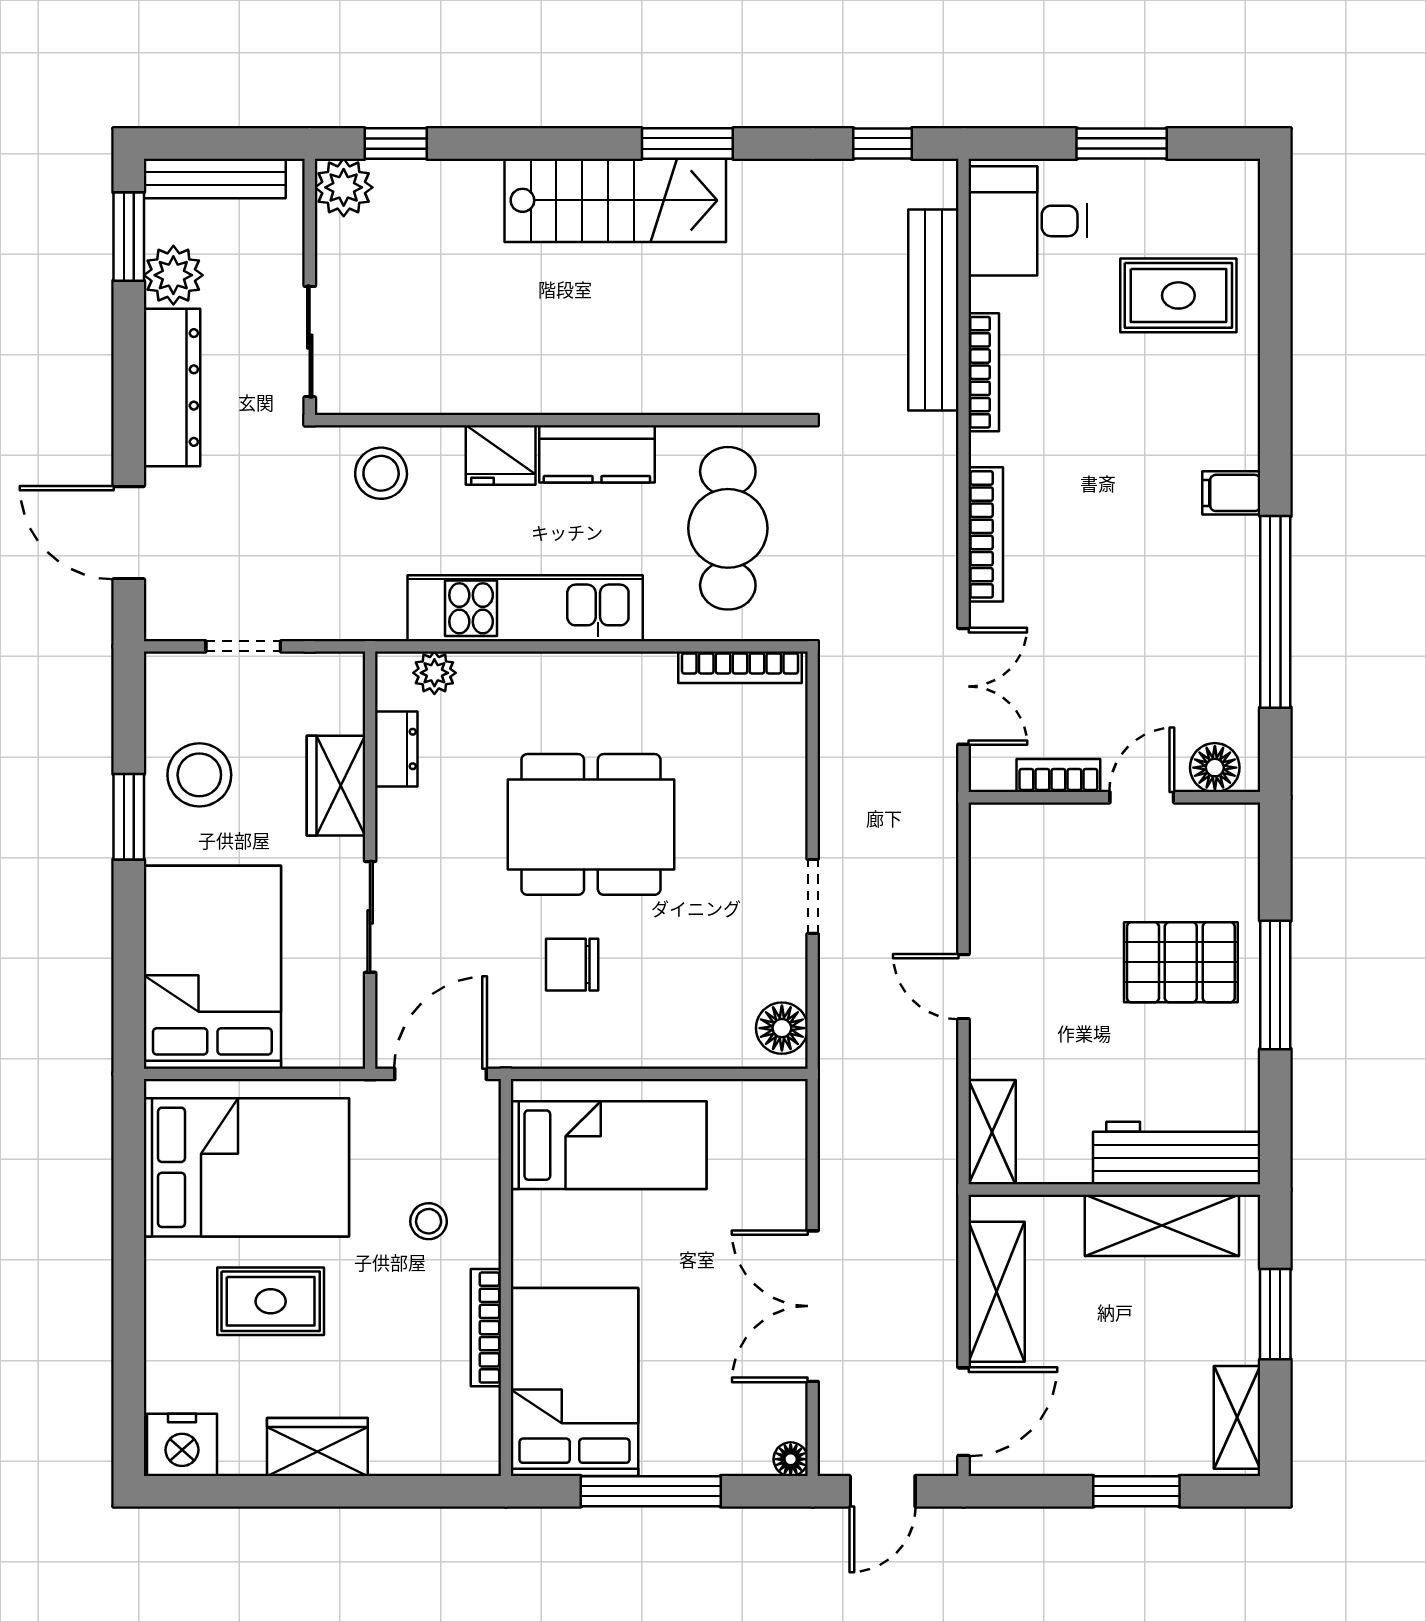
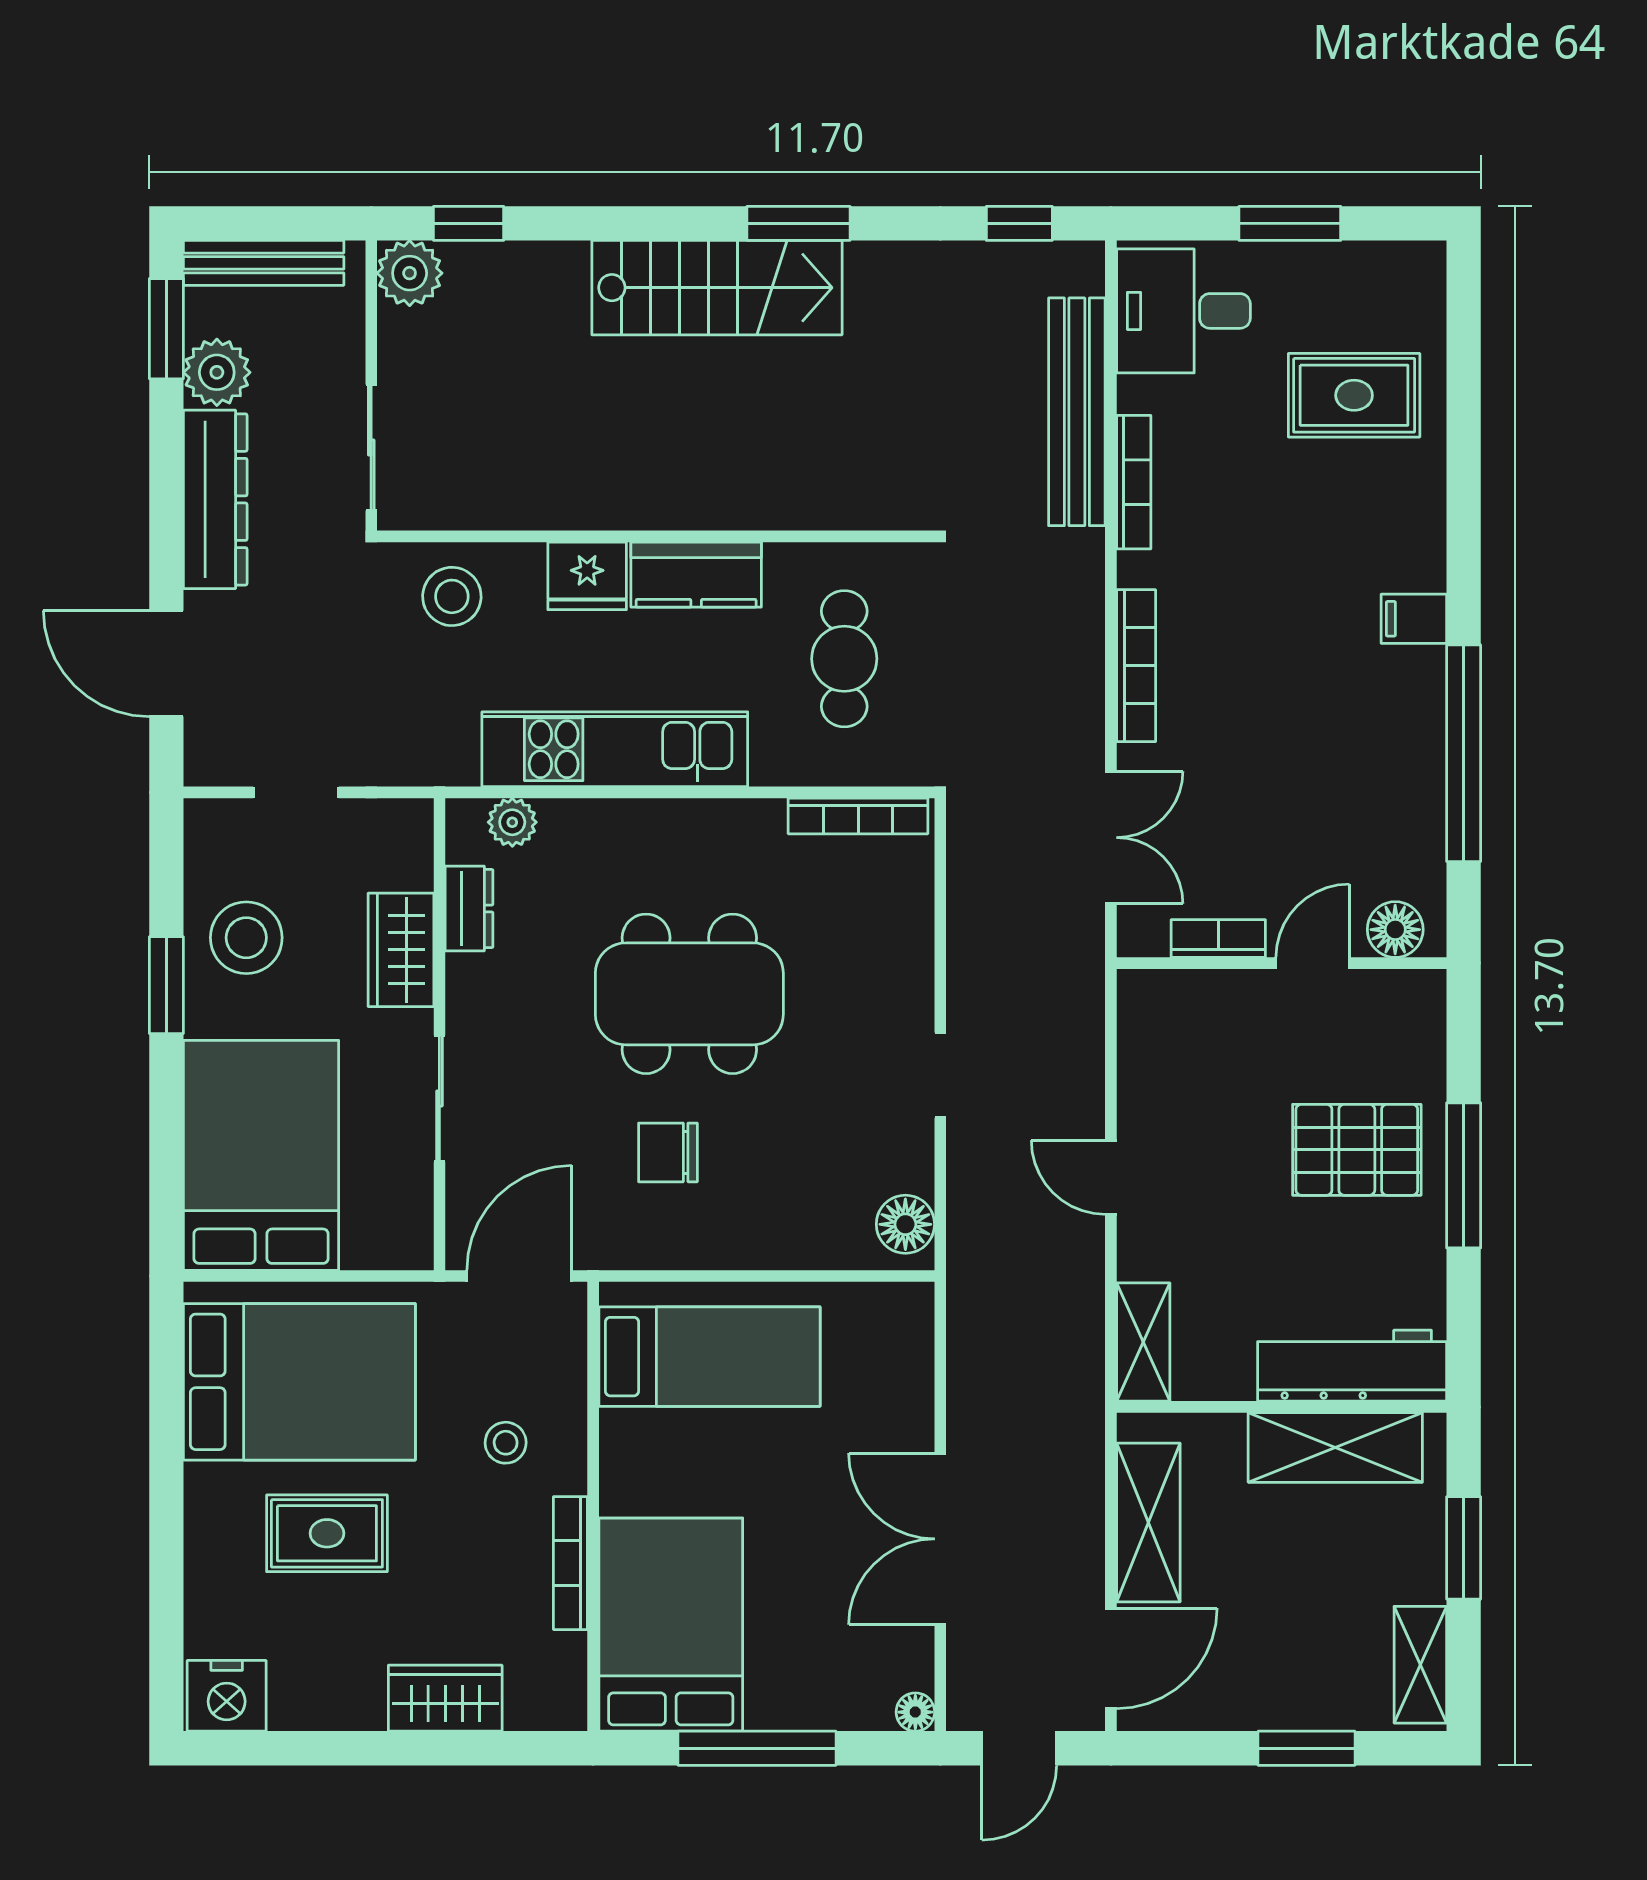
cafe table: (728, 528) -> (844, 659), width x0.73, depth x0.74
wardrobe: (317, 1447) -> (445, 1698), moved

